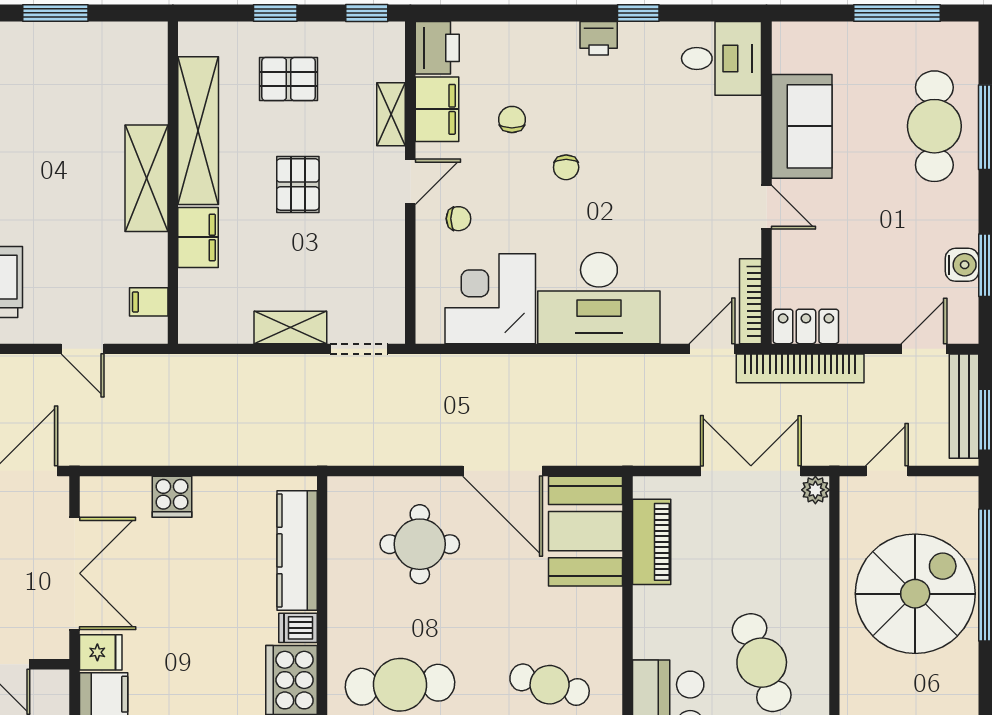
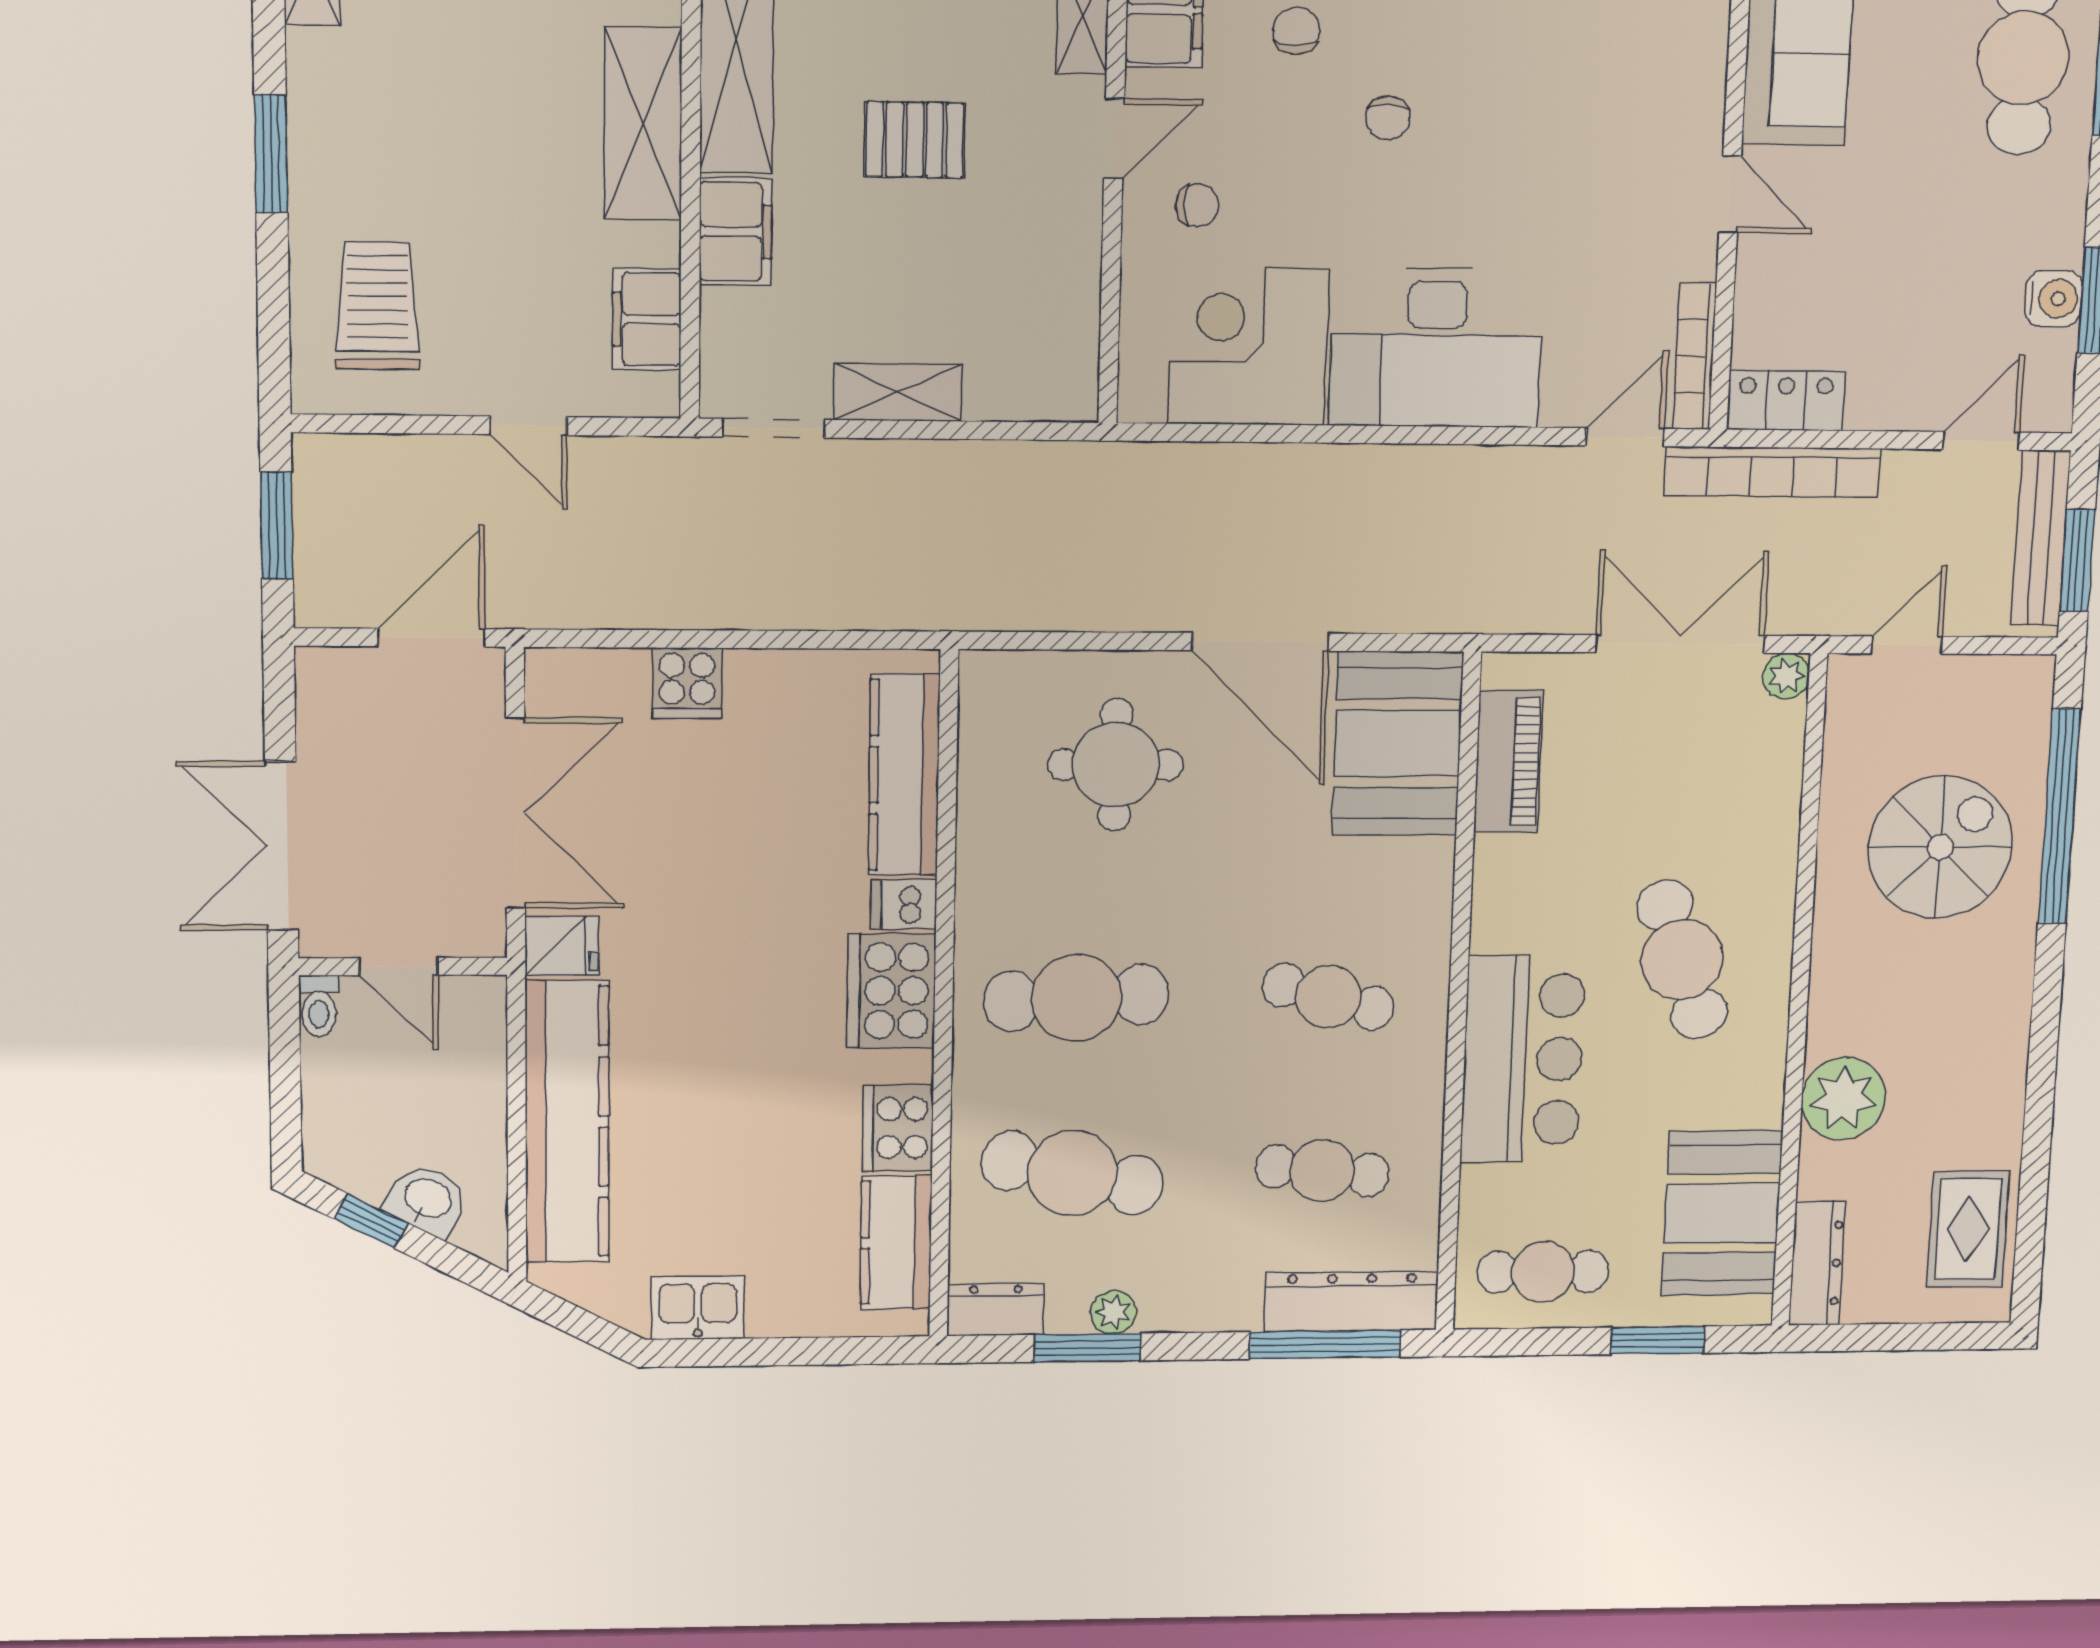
pallet: (298, 184) -> (915, 140), turned 90
filing cabinet: (149, 302) -> (647, 319), width x2.00
doorway: (359, 349) -> (774, 428), moved
spiral stairs: (915, 594) -> (1940, 847), width x0.73, depth x0.73

